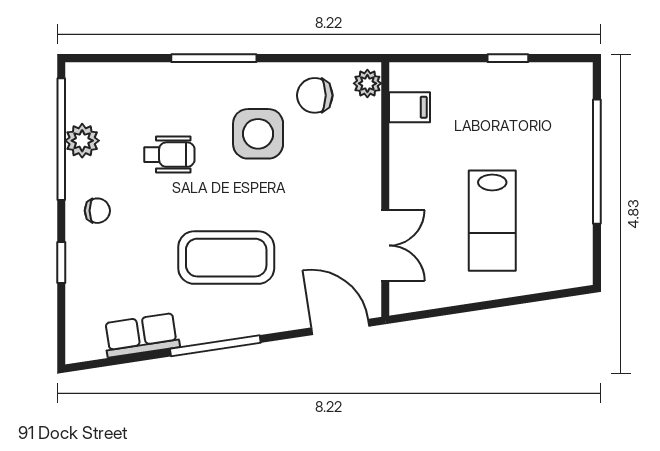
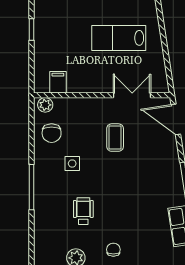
side table: (258, 134) -> (72, 164), width x0.54, depth x0.54
lab bench: (492, 221) -> (119, 38), turned 180
coffee table: (226, 258) -> (115, 138), moved, width x0.54, depth x0.58
door: (340, 327) -> (176, 119), hinge flipped

